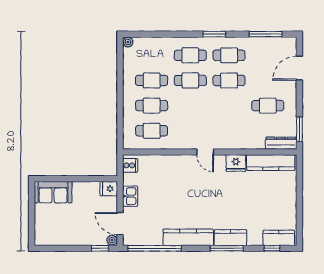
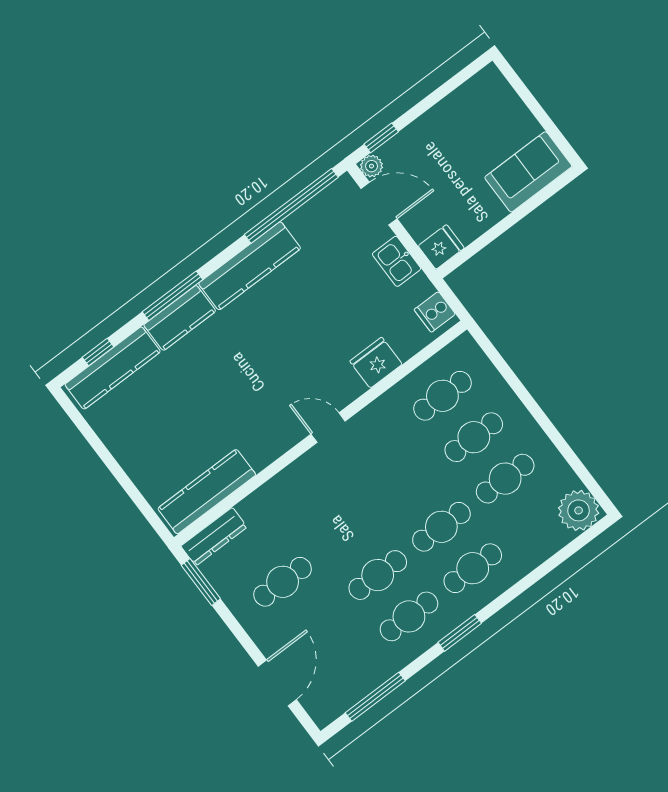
plant: (128, 42) -> (579, 510), width x1.88, depth x1.88
fridge: (236, 163) -> (376, 363), moved
kitchen counter: (279, 238) -> (113, 368), width x1.50

